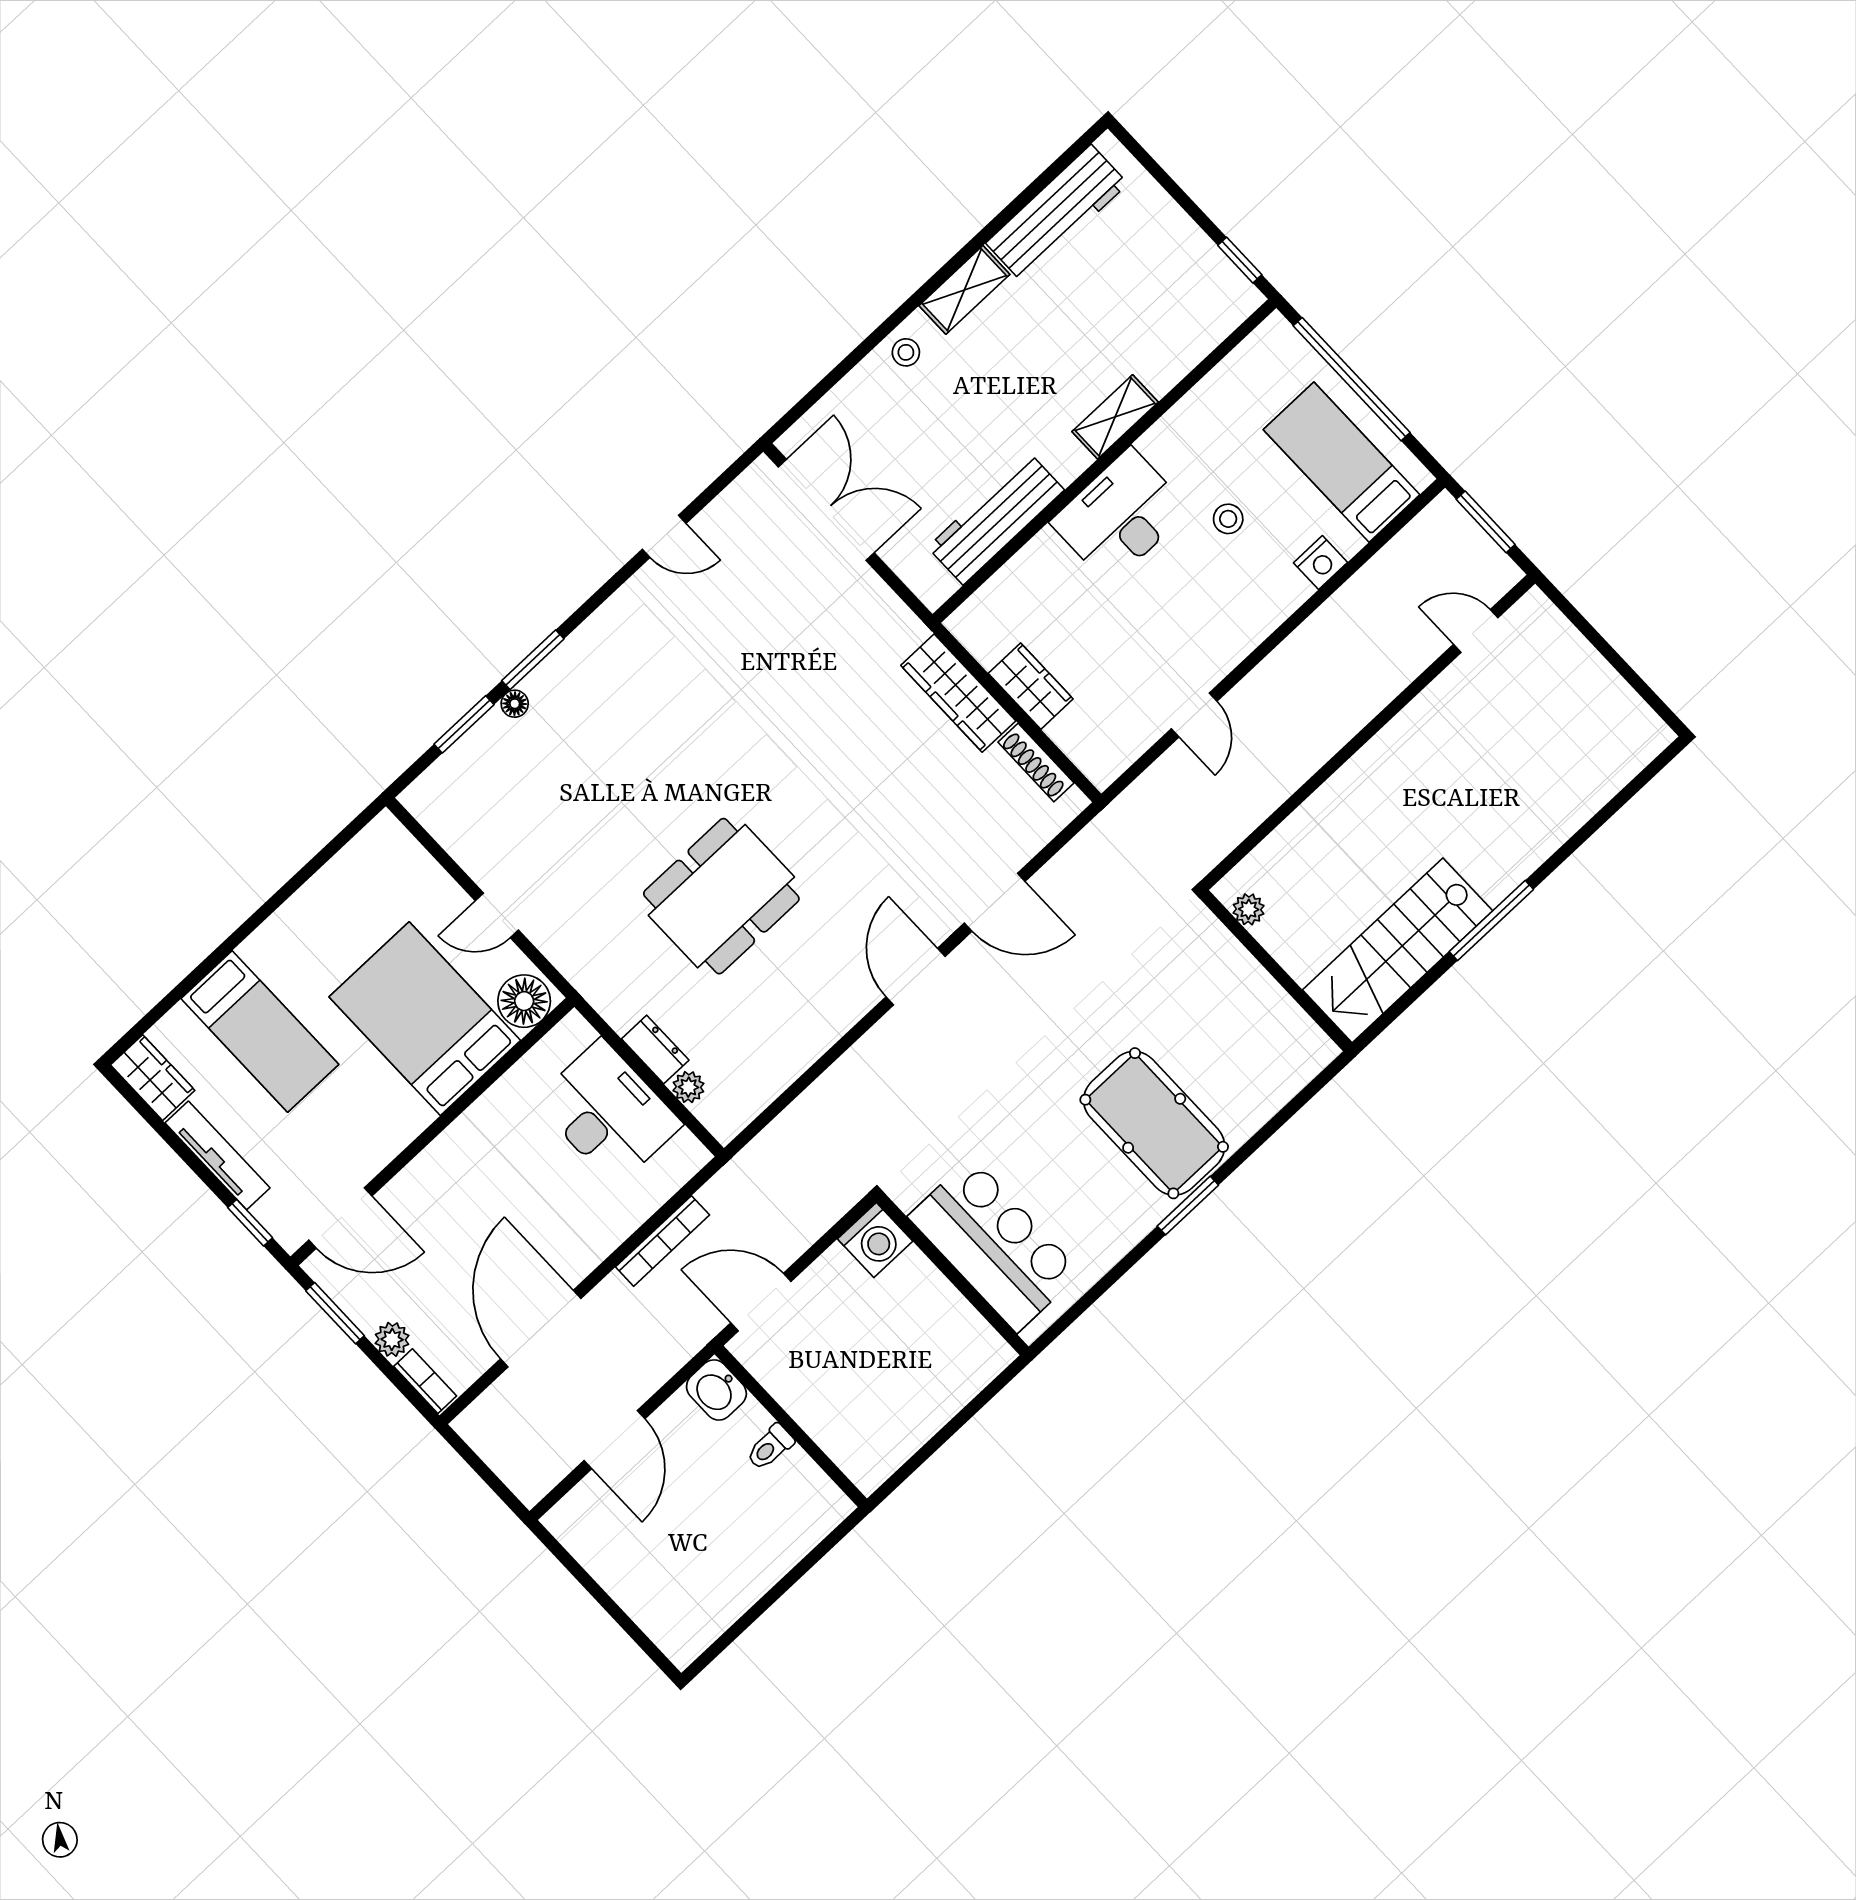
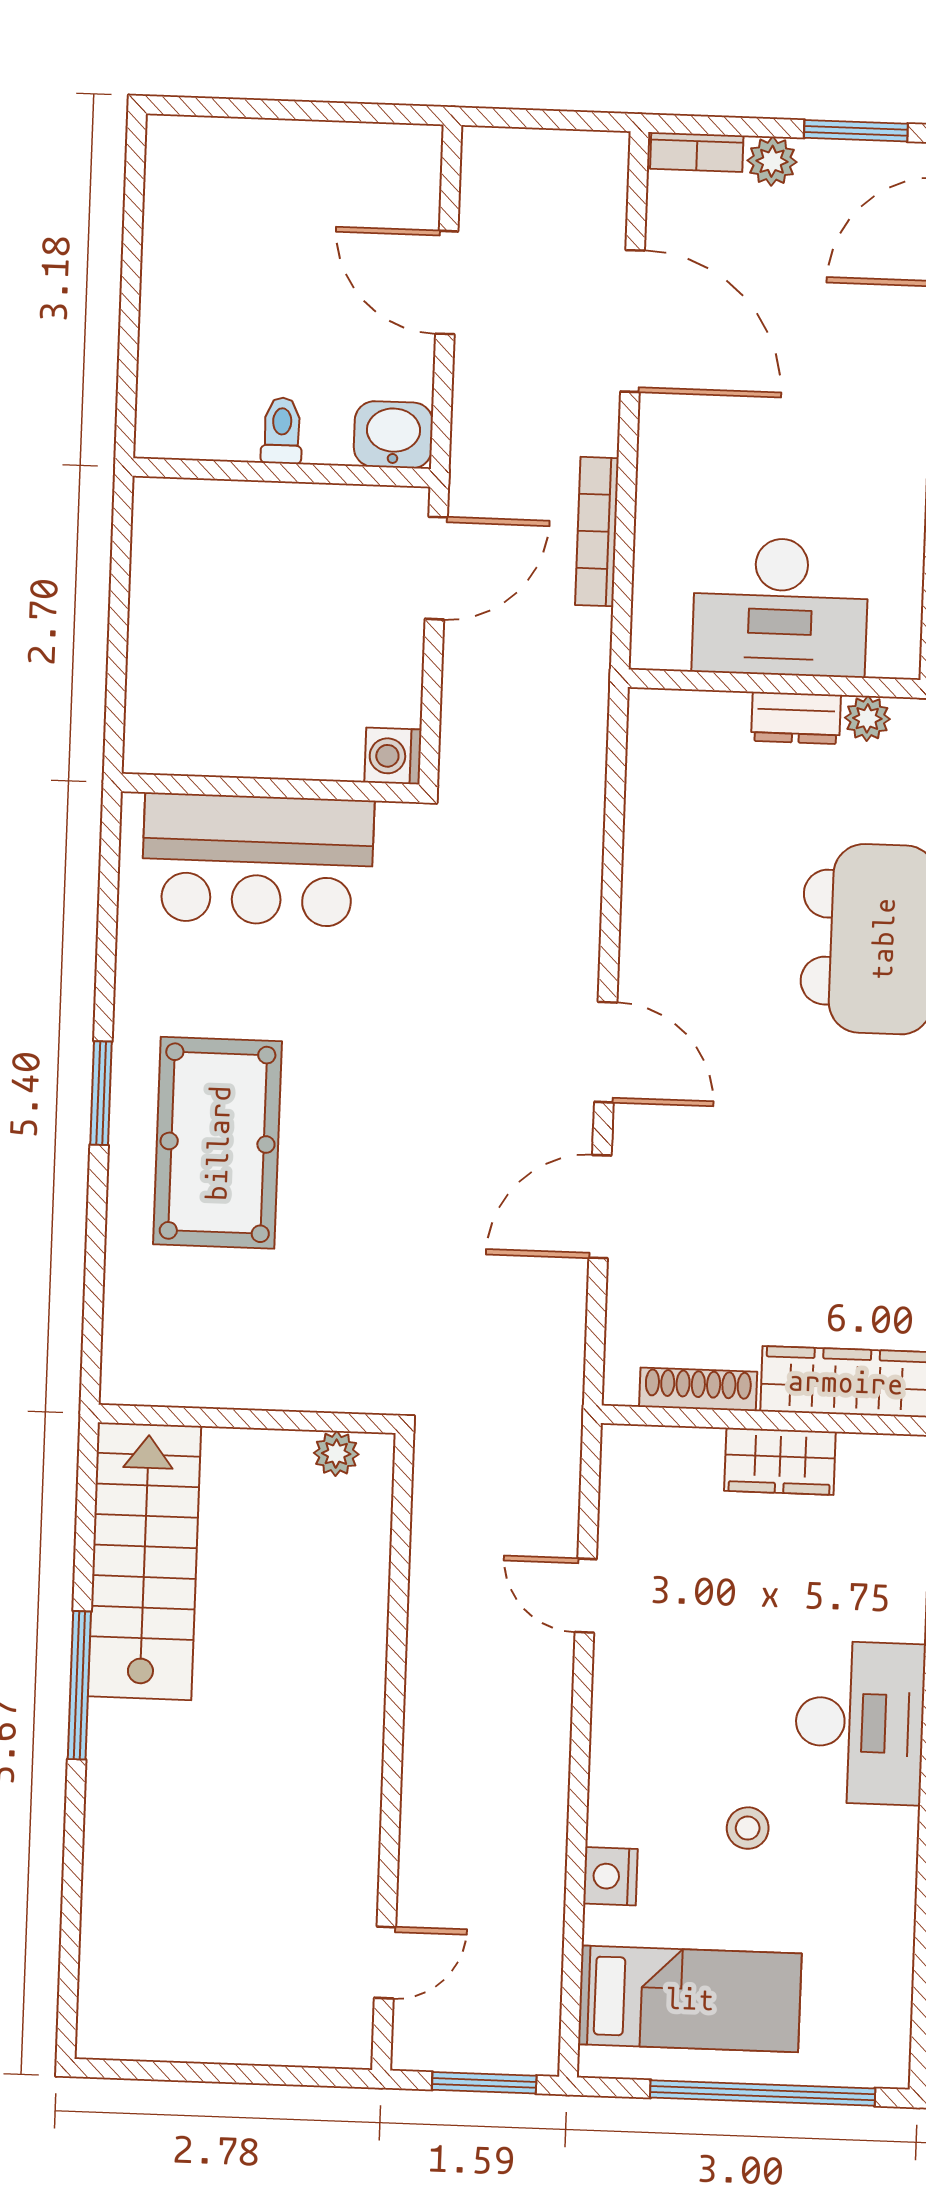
plant: (688, 1087) -> (867, 718), moved
pool table: (1154, 1123) -> (218, 1143), turned 90
washing machine: (875, 1240) -> (393, 756), width x0.73, depth x0.73

